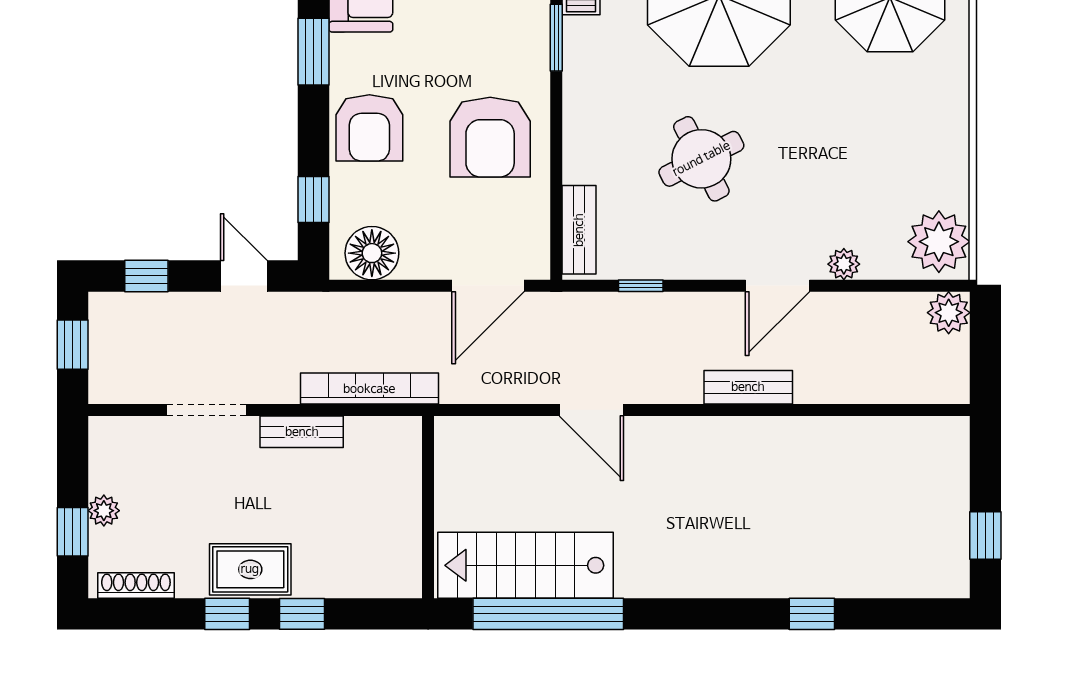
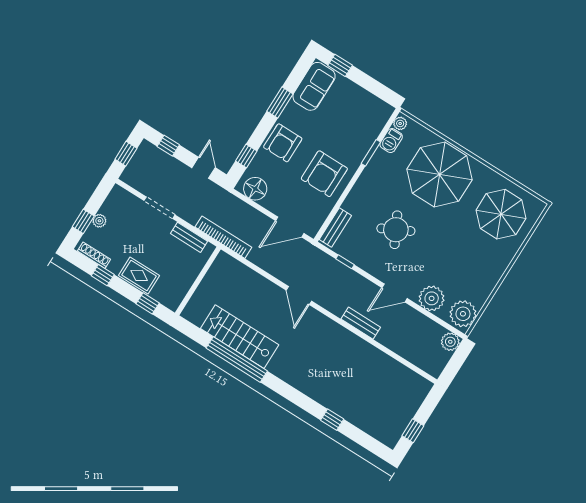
plant: (844, 264) -> (432, 298), width x1.87, depth x1.87
wall: (428, 507) -> (198, 281), moved
window: (227, 614) -> (103, 275), moved

